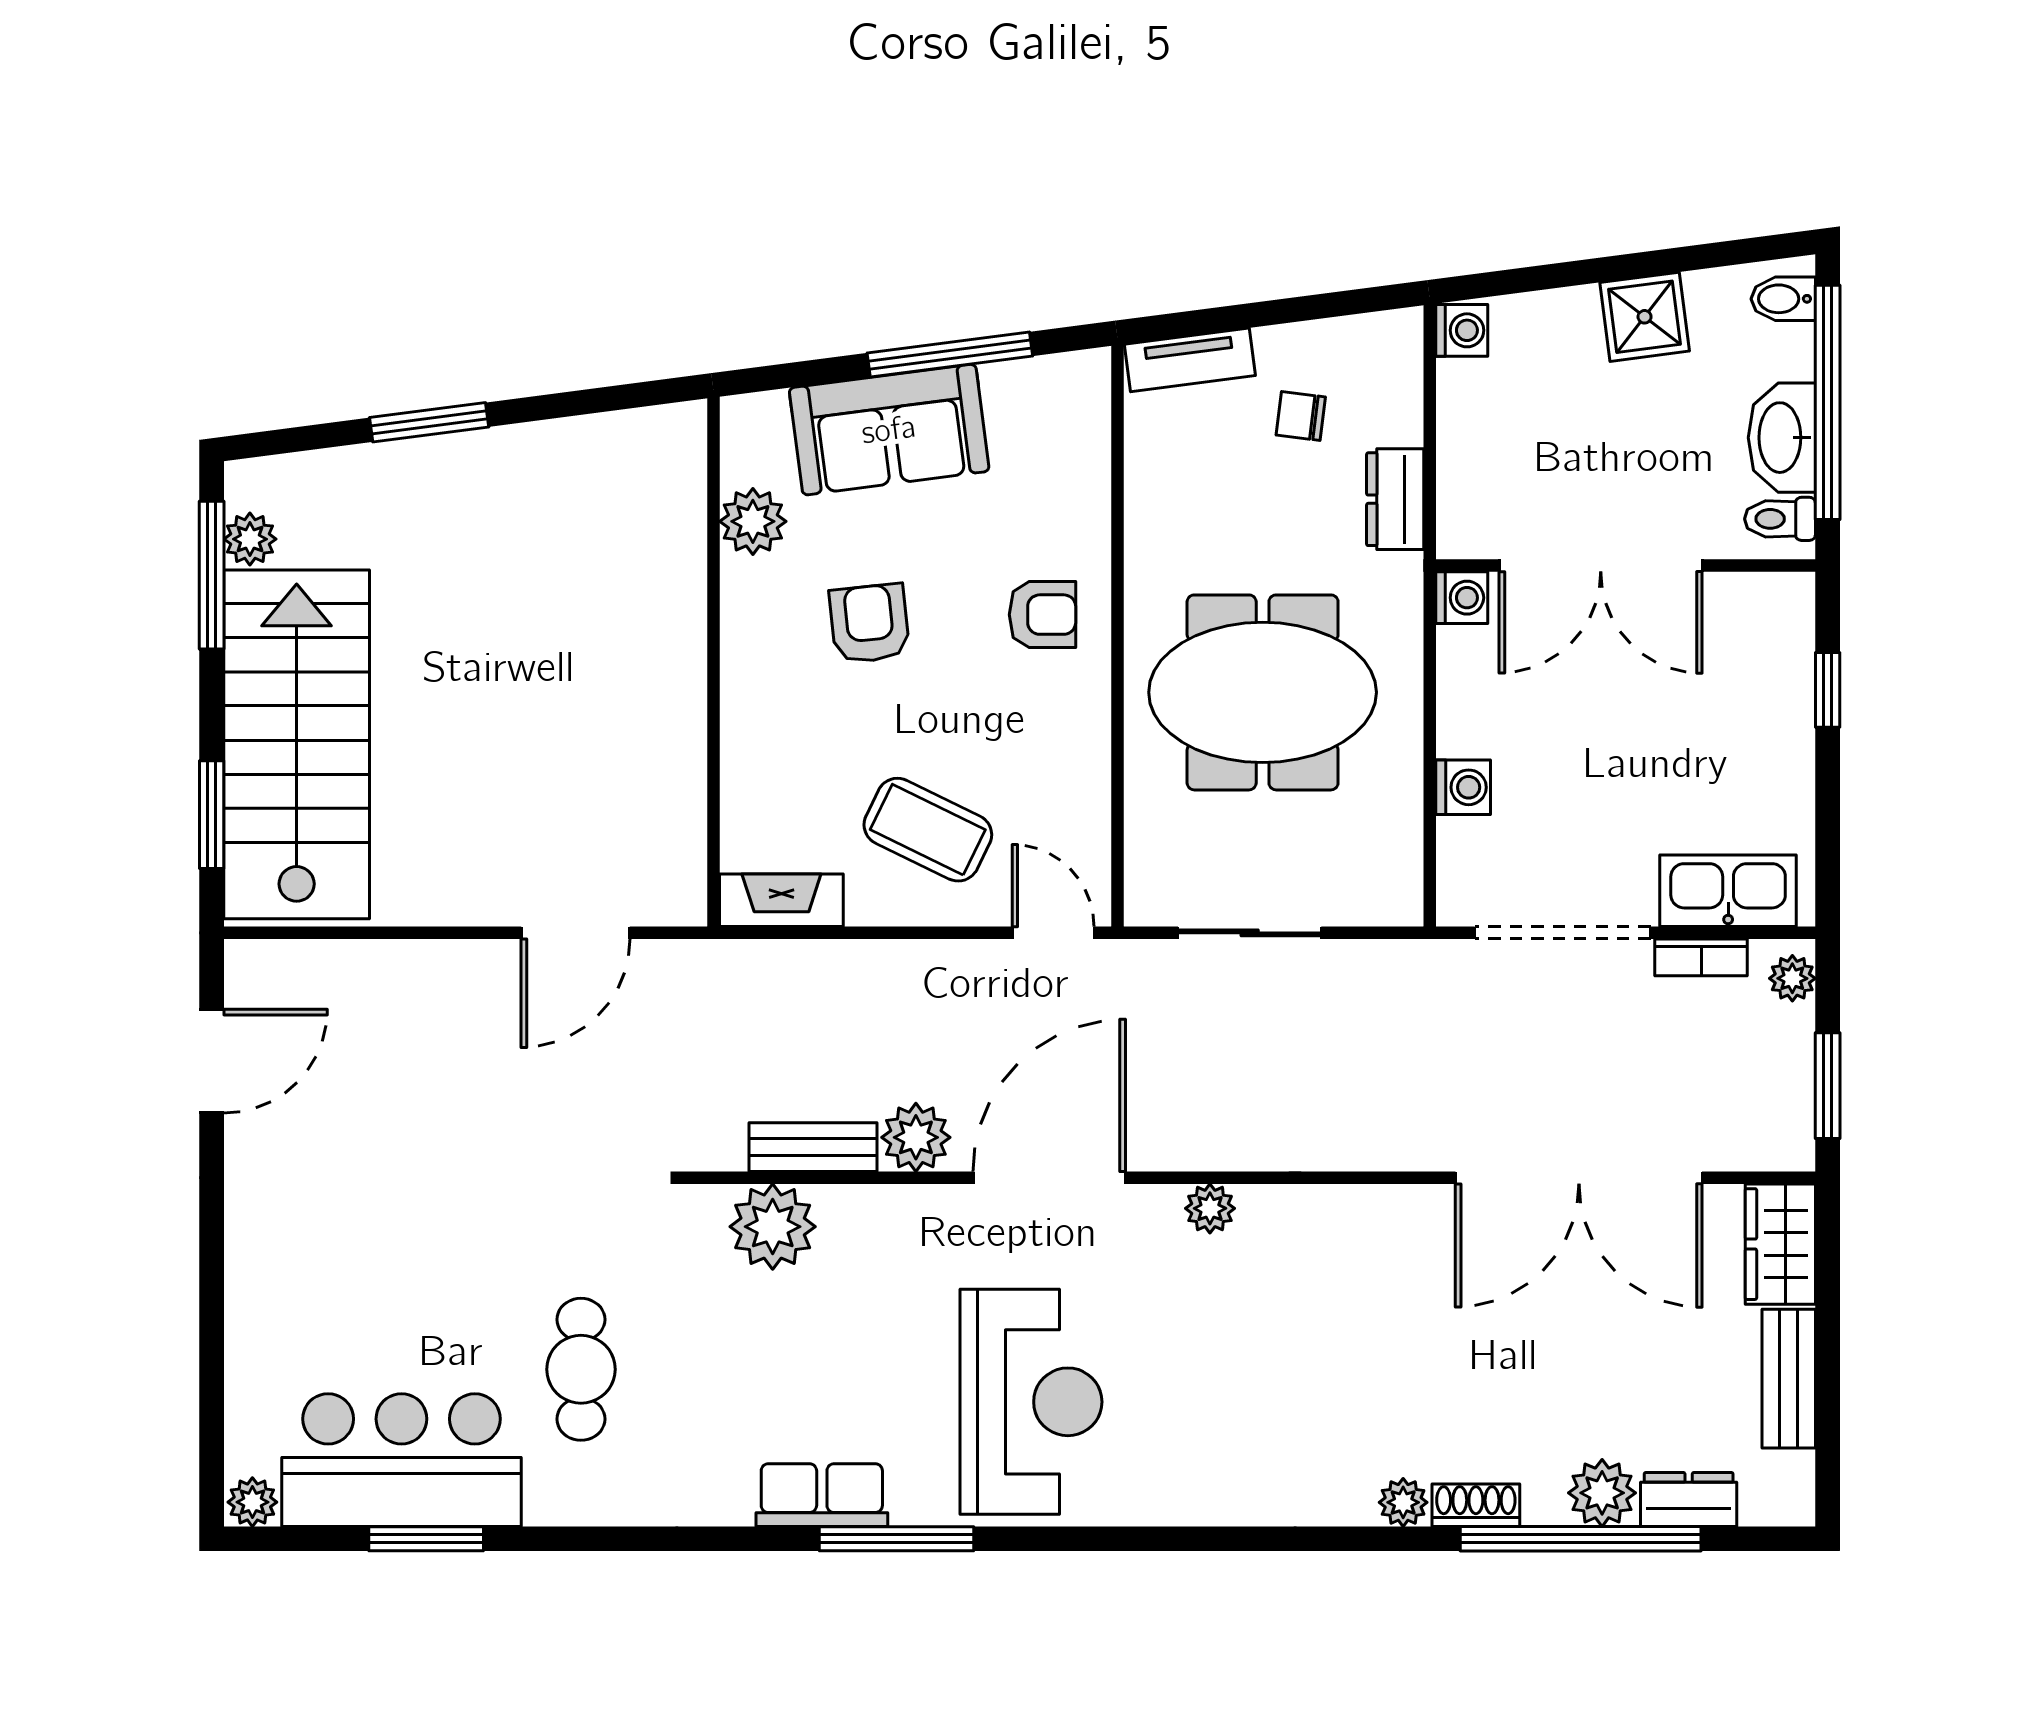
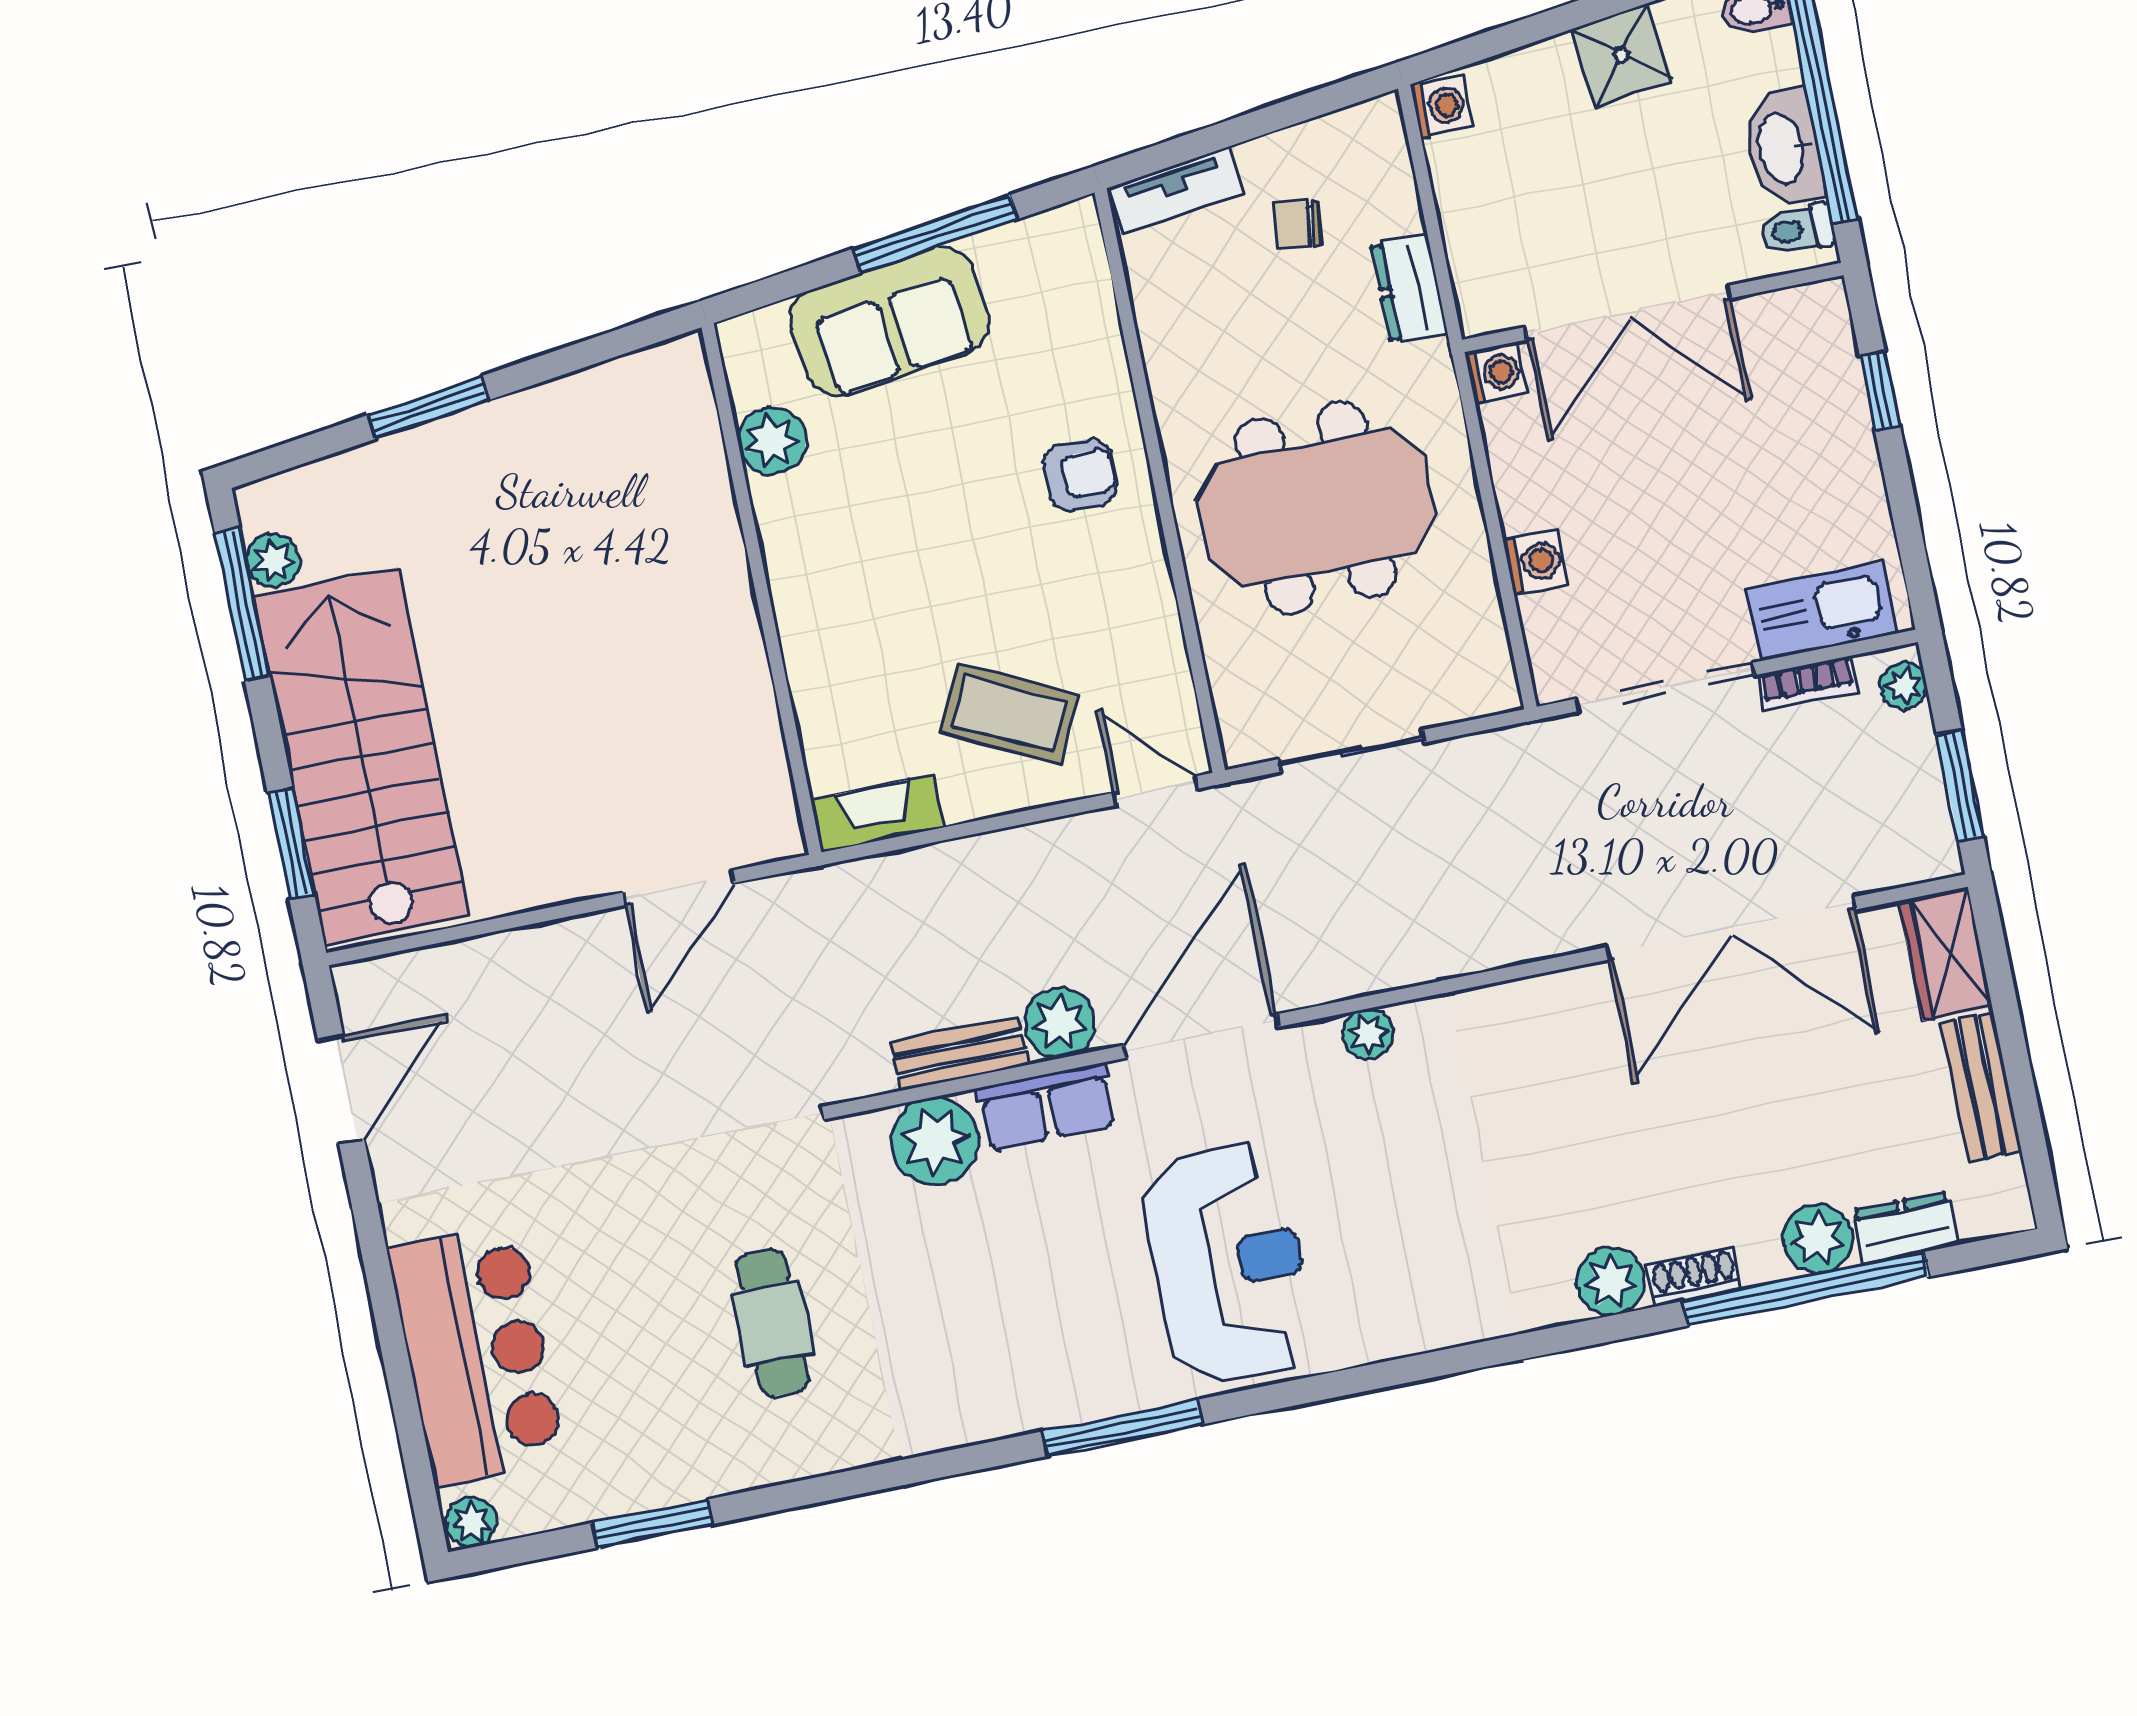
armchair: (869, 623) -> (909, 519), removed
bar counter: (401, 1460) -> (477, 1355), moved, turned 90
row of seats: (822, 1495) -> (1046, 1107), moved, turned 180
plant: (1403, 1502) -> (1610, 1281), width x1.38, depth x1.38

